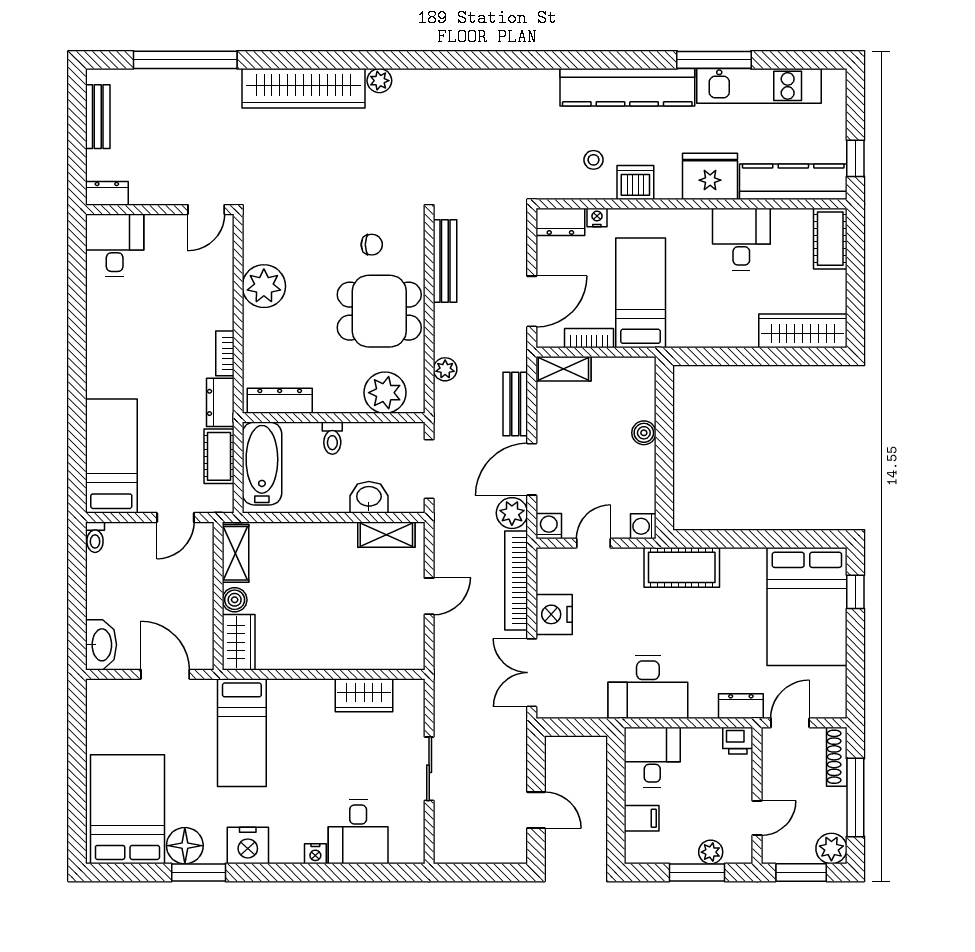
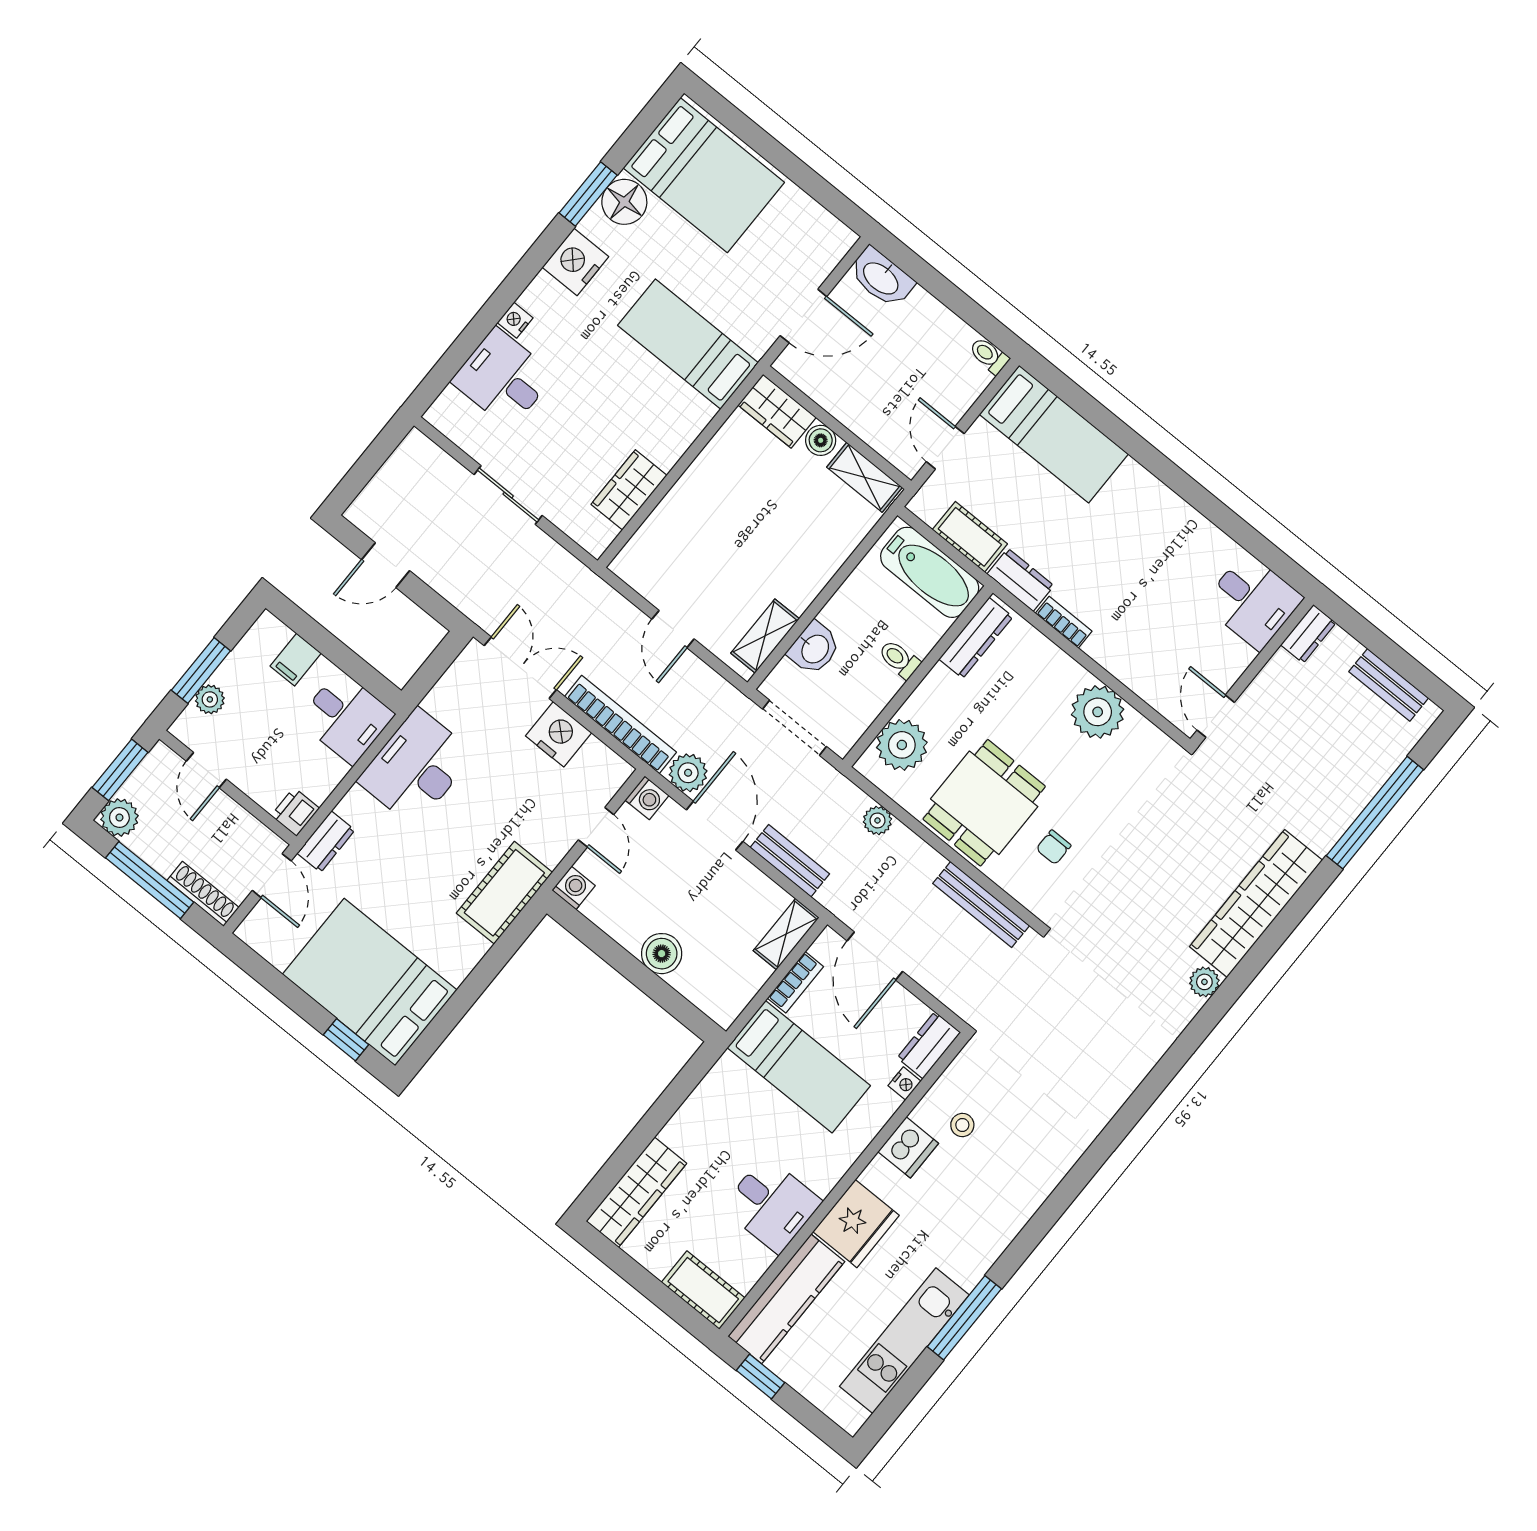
kitchen counter: (627, 87) -> (1005, 1214), removed
boiler: (644, 433) -> (662, 954), width x1.36, depth x1.36

